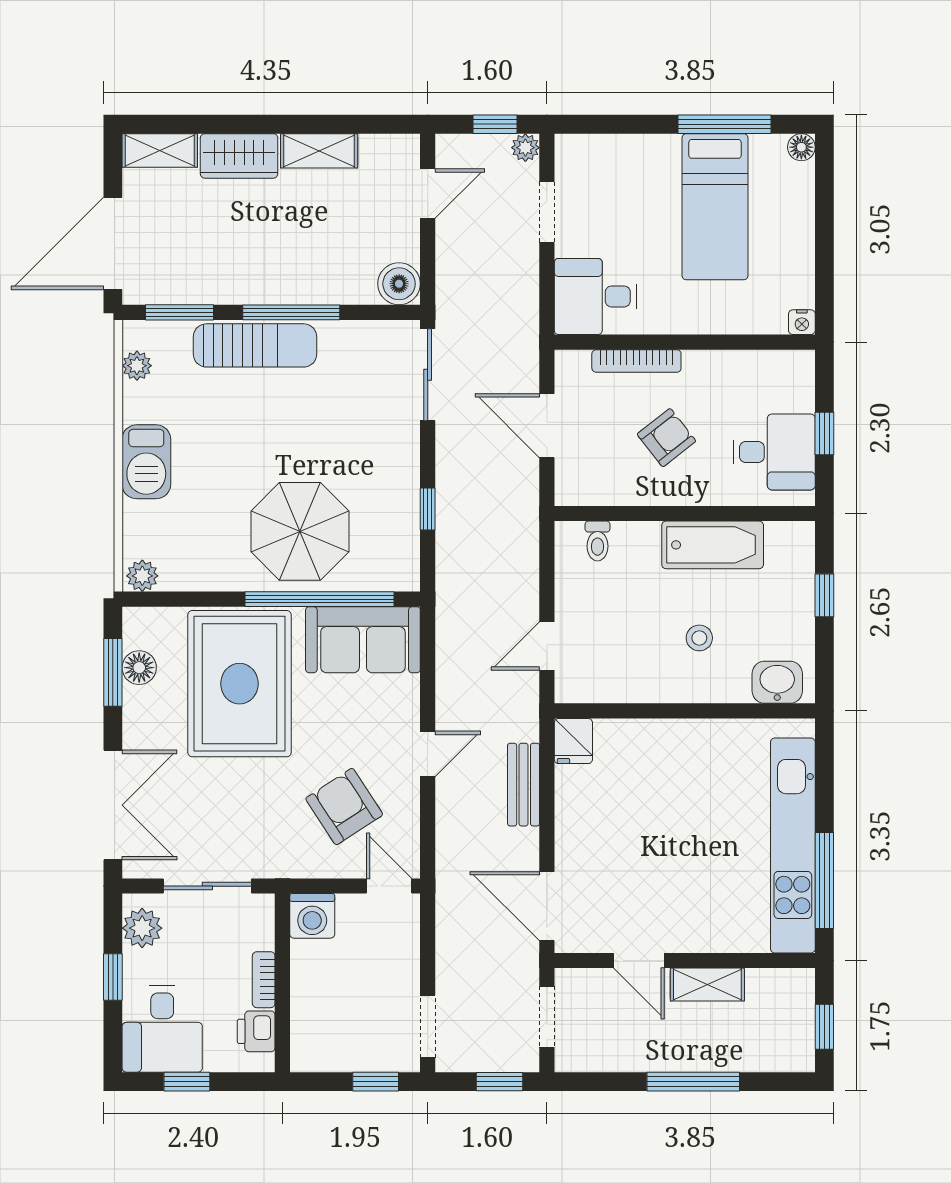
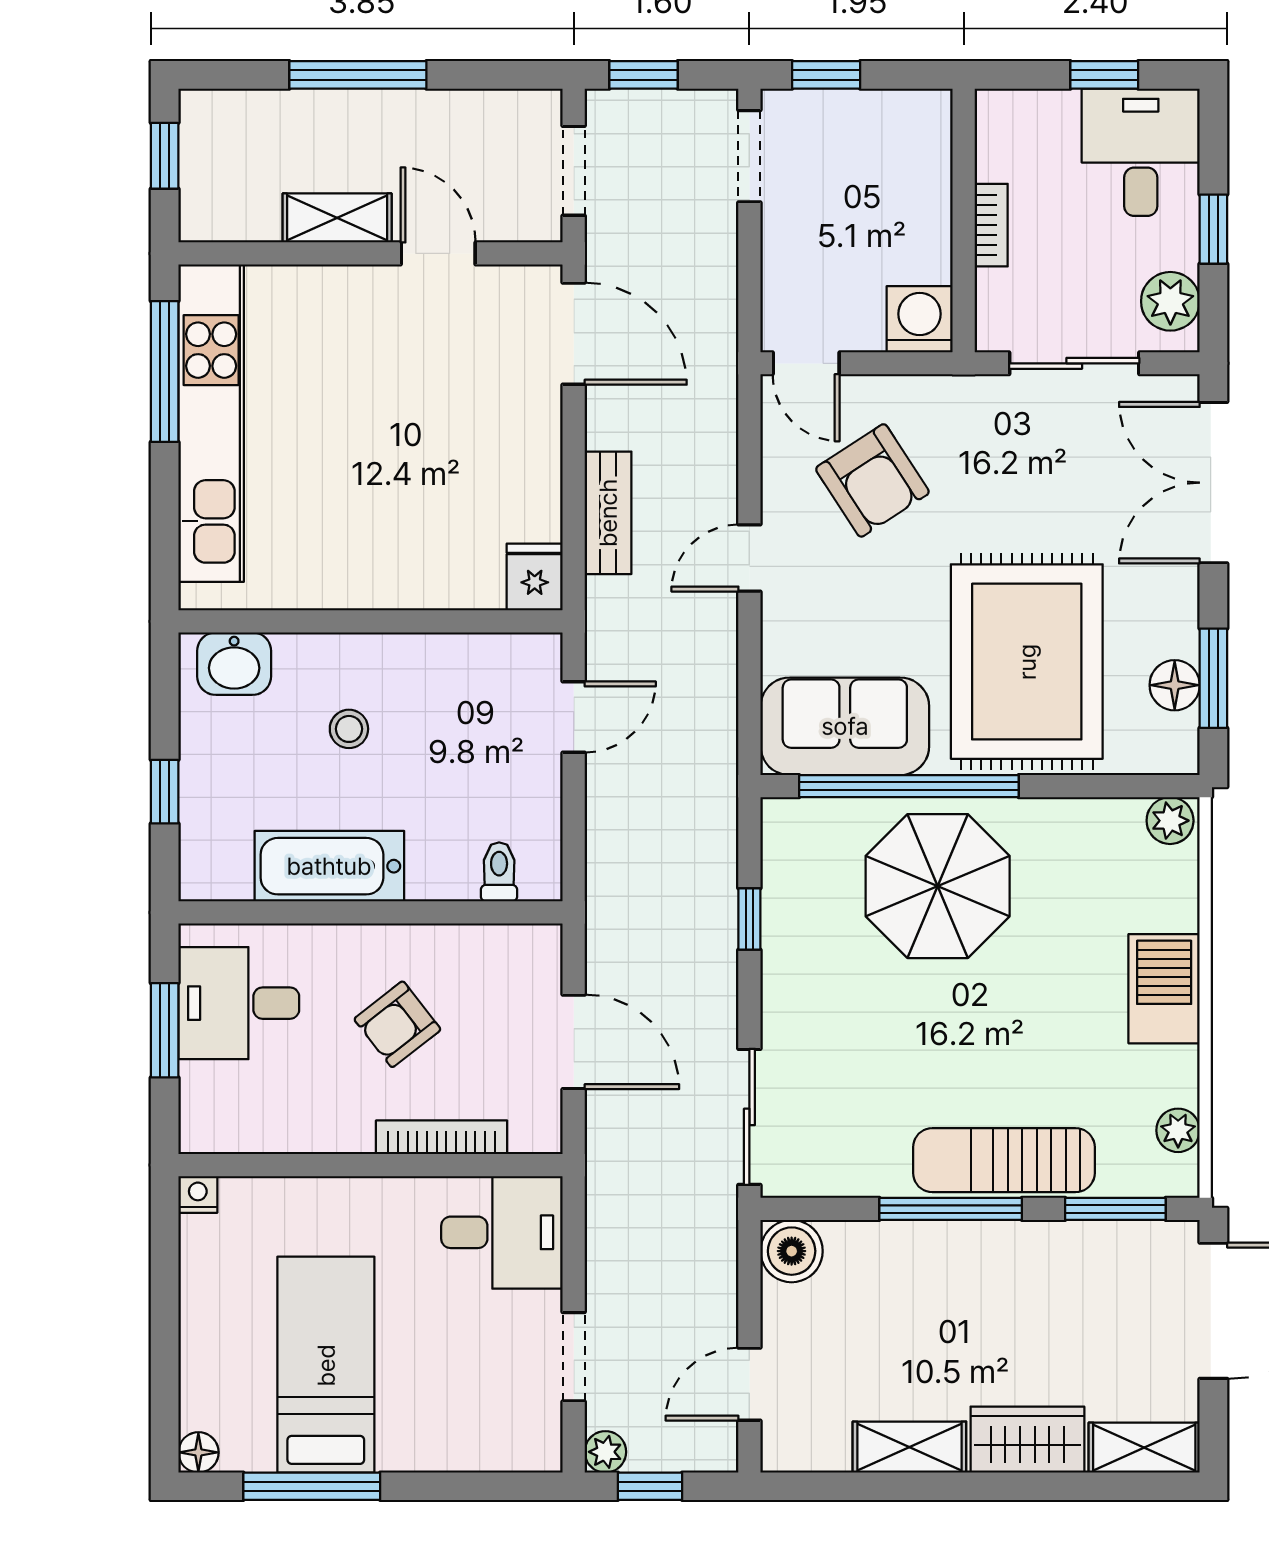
window: (824, 434) -> (165, 1030), width x1.50
printer: (256, 1031) -> (1002, 149), removed

